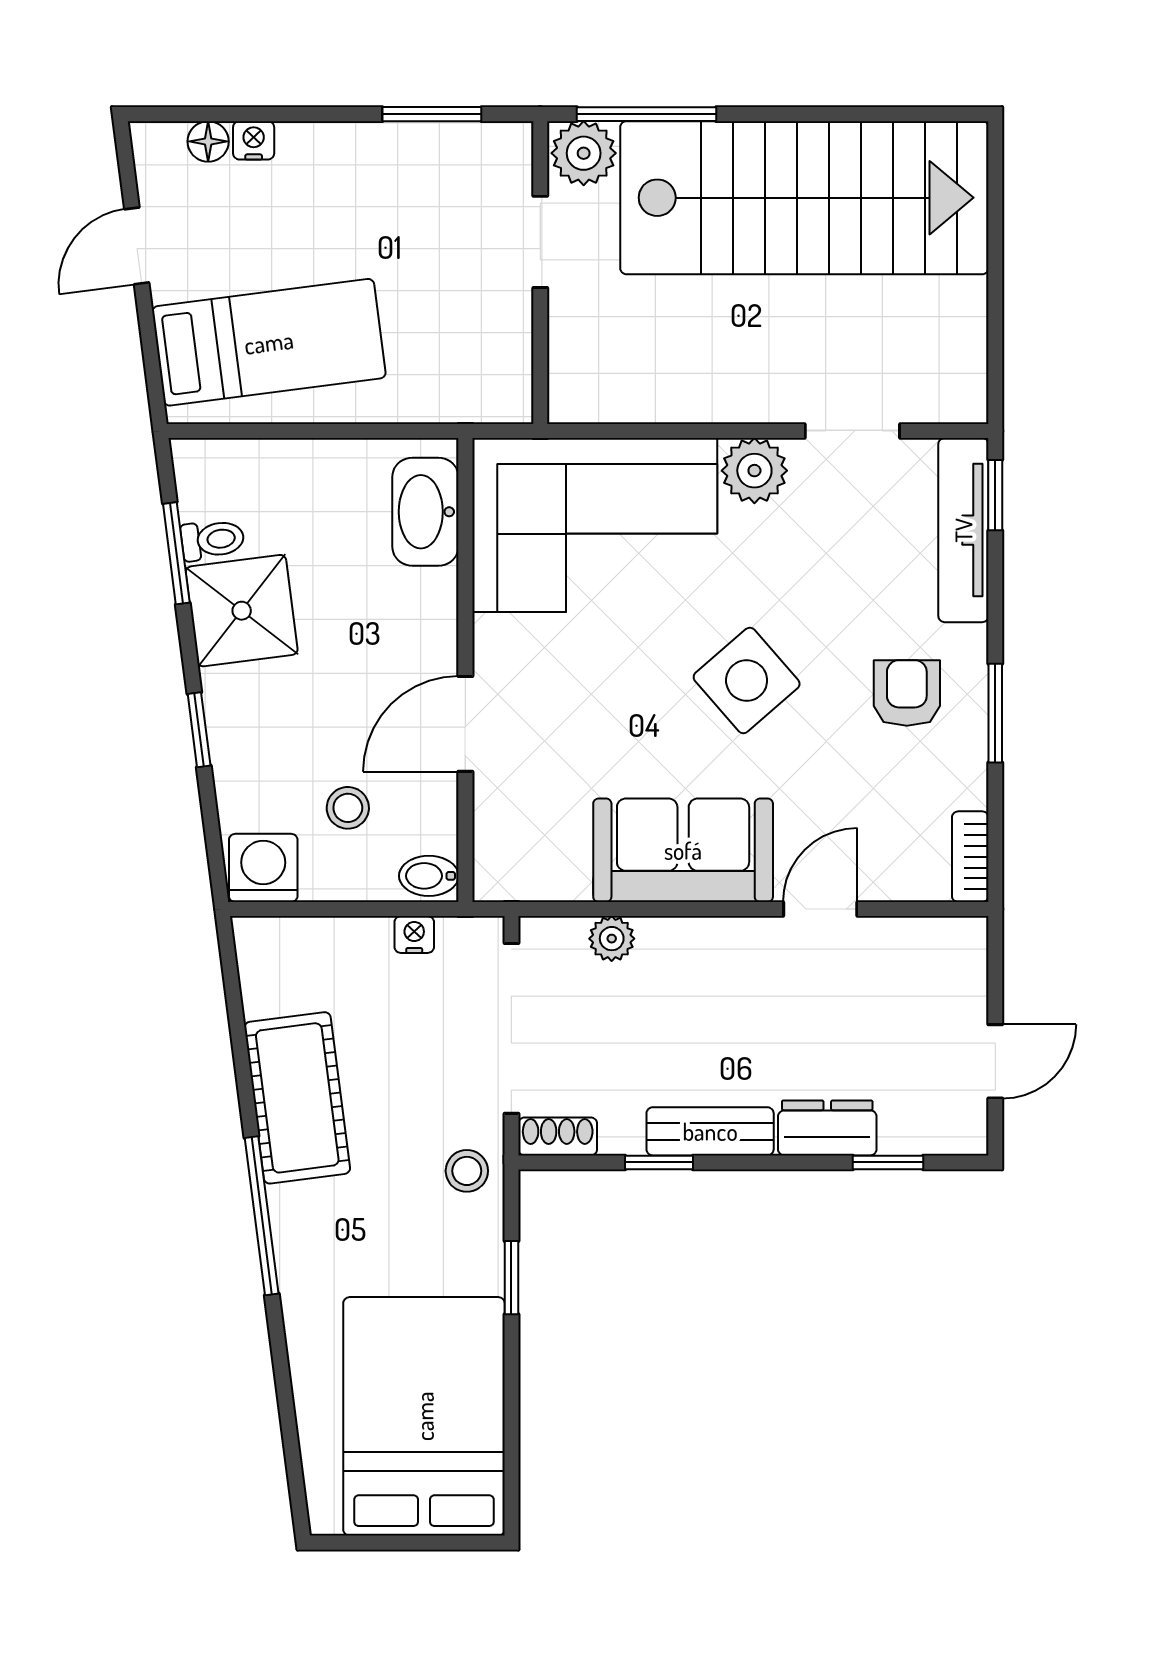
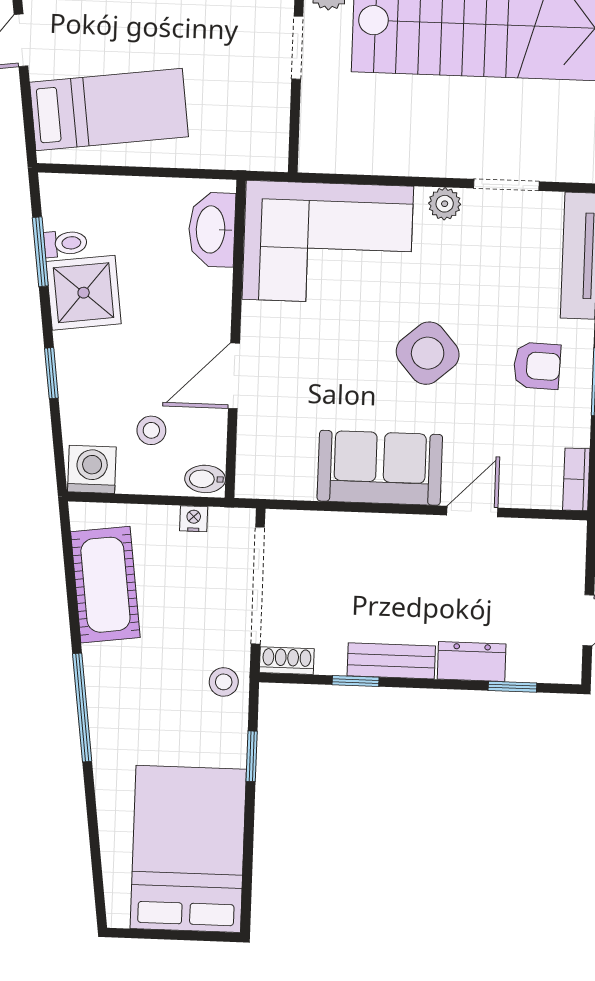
plant: (754, 471) -> (445, 204), width x0.73, depth x0.73
armchair: (907, 693) -> (537, 366), turned 92
plant: (612, 939) -> (329, 526), removed
cot: (297, 1098) -> (105, 585), moved

